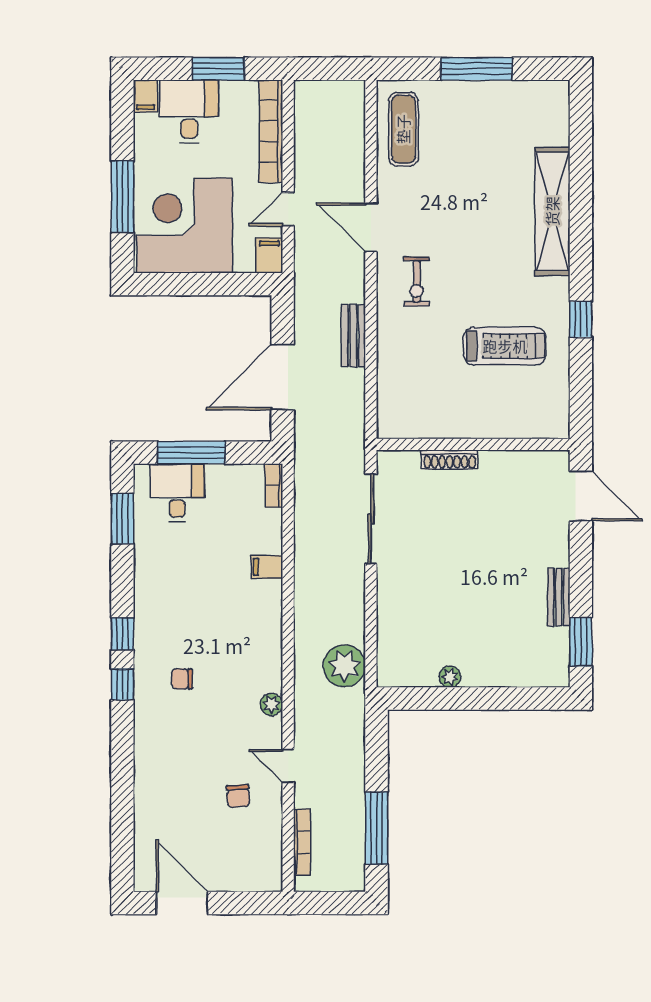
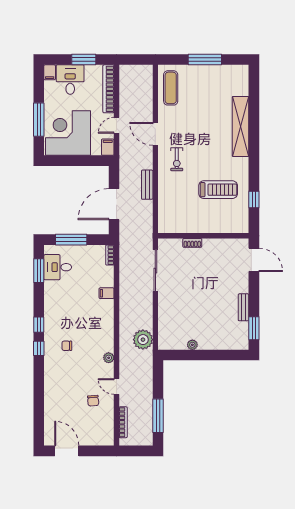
window: (581, 319) -> (254, 199), moved
shoe rack: (450, 460) -> (192, 243), width x0.70
desk: (177, 493) -> (58, 267), moved, turned -90

